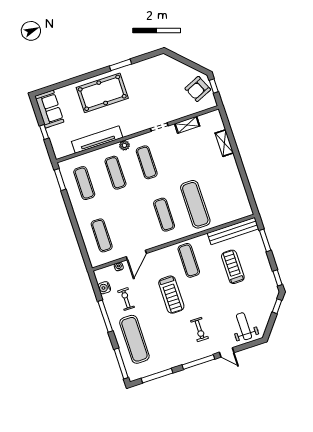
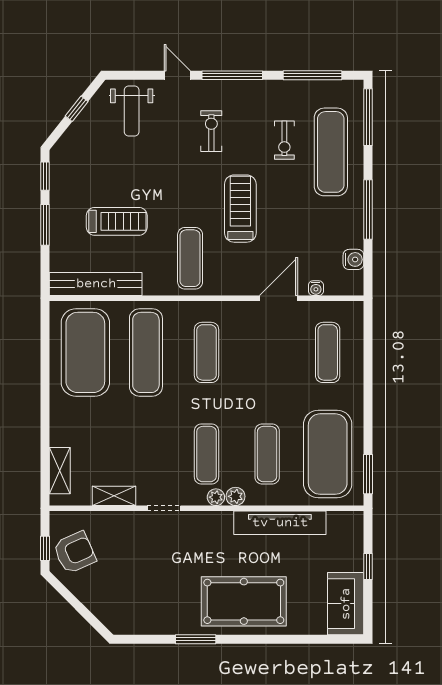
plant: (134, 142) -> (216, 497), added
shelving: (224, 143) -> (60, 471), moved
exercise mat: (84, 183) -> (328, 454), width x2.00, depth x1.45
exercise mat: (226, 194) -> (85, 352), added
window: (265, 240) -> (45, 225), moved
treadmill: (233, 267) -> (117, 221), turned -90
exercise bike: (126, 299) -> (284, 140), moved
window: (277, 306) -> (77, 109), moved

